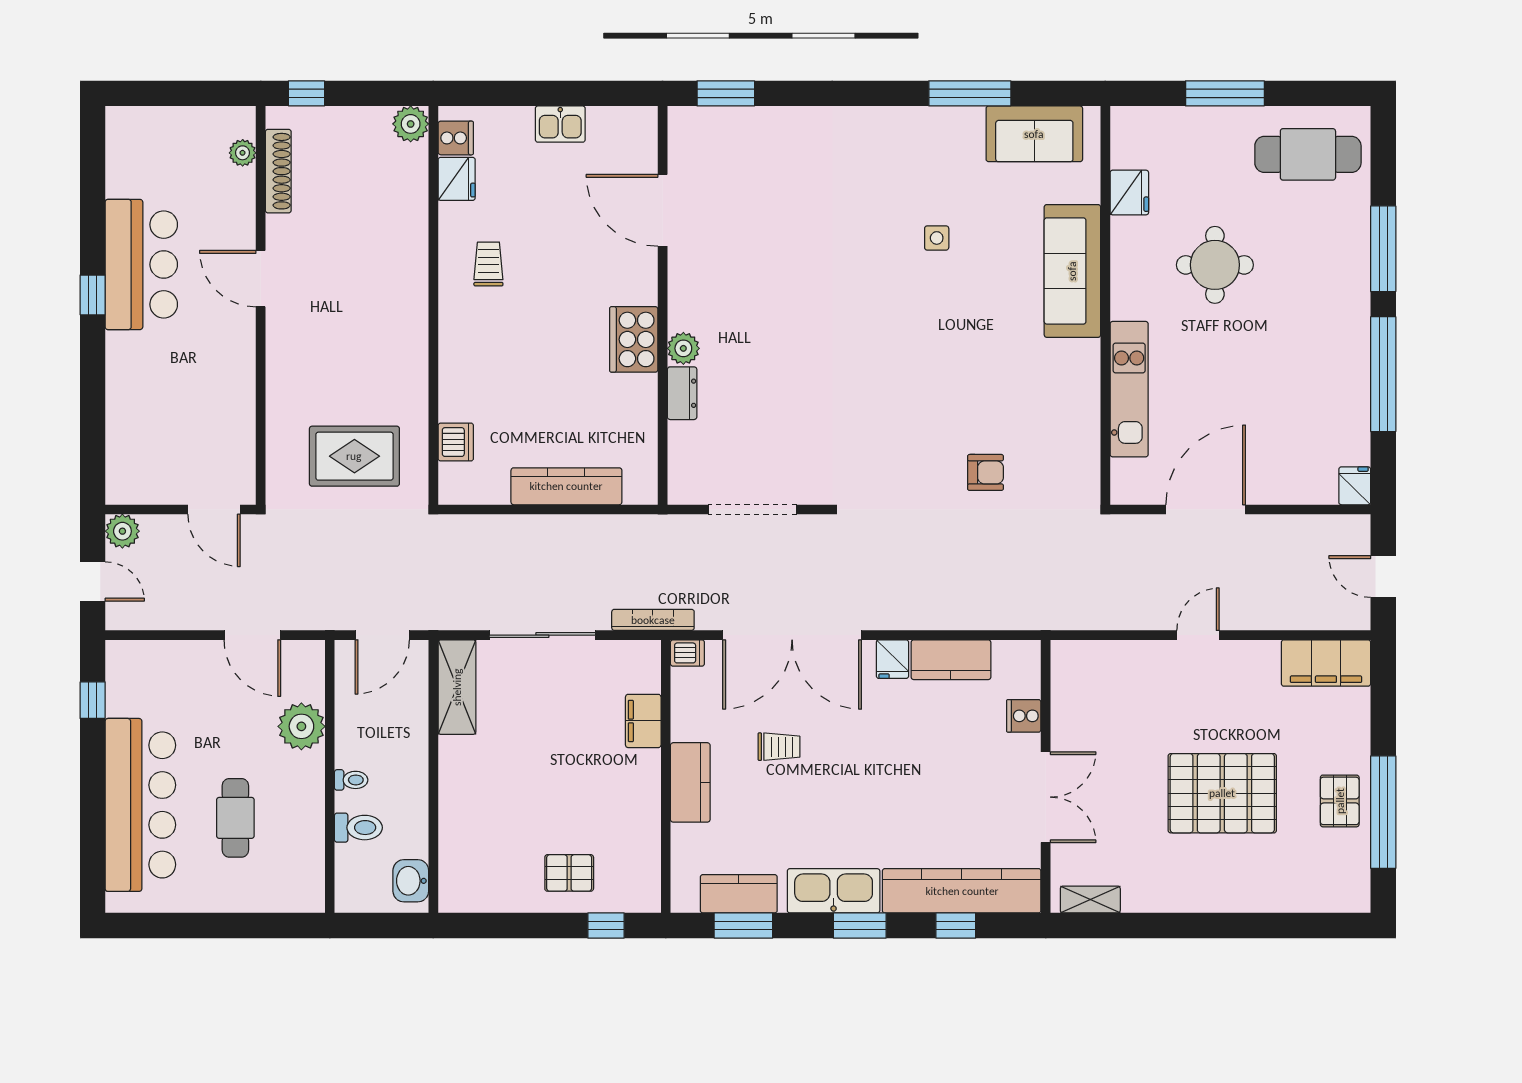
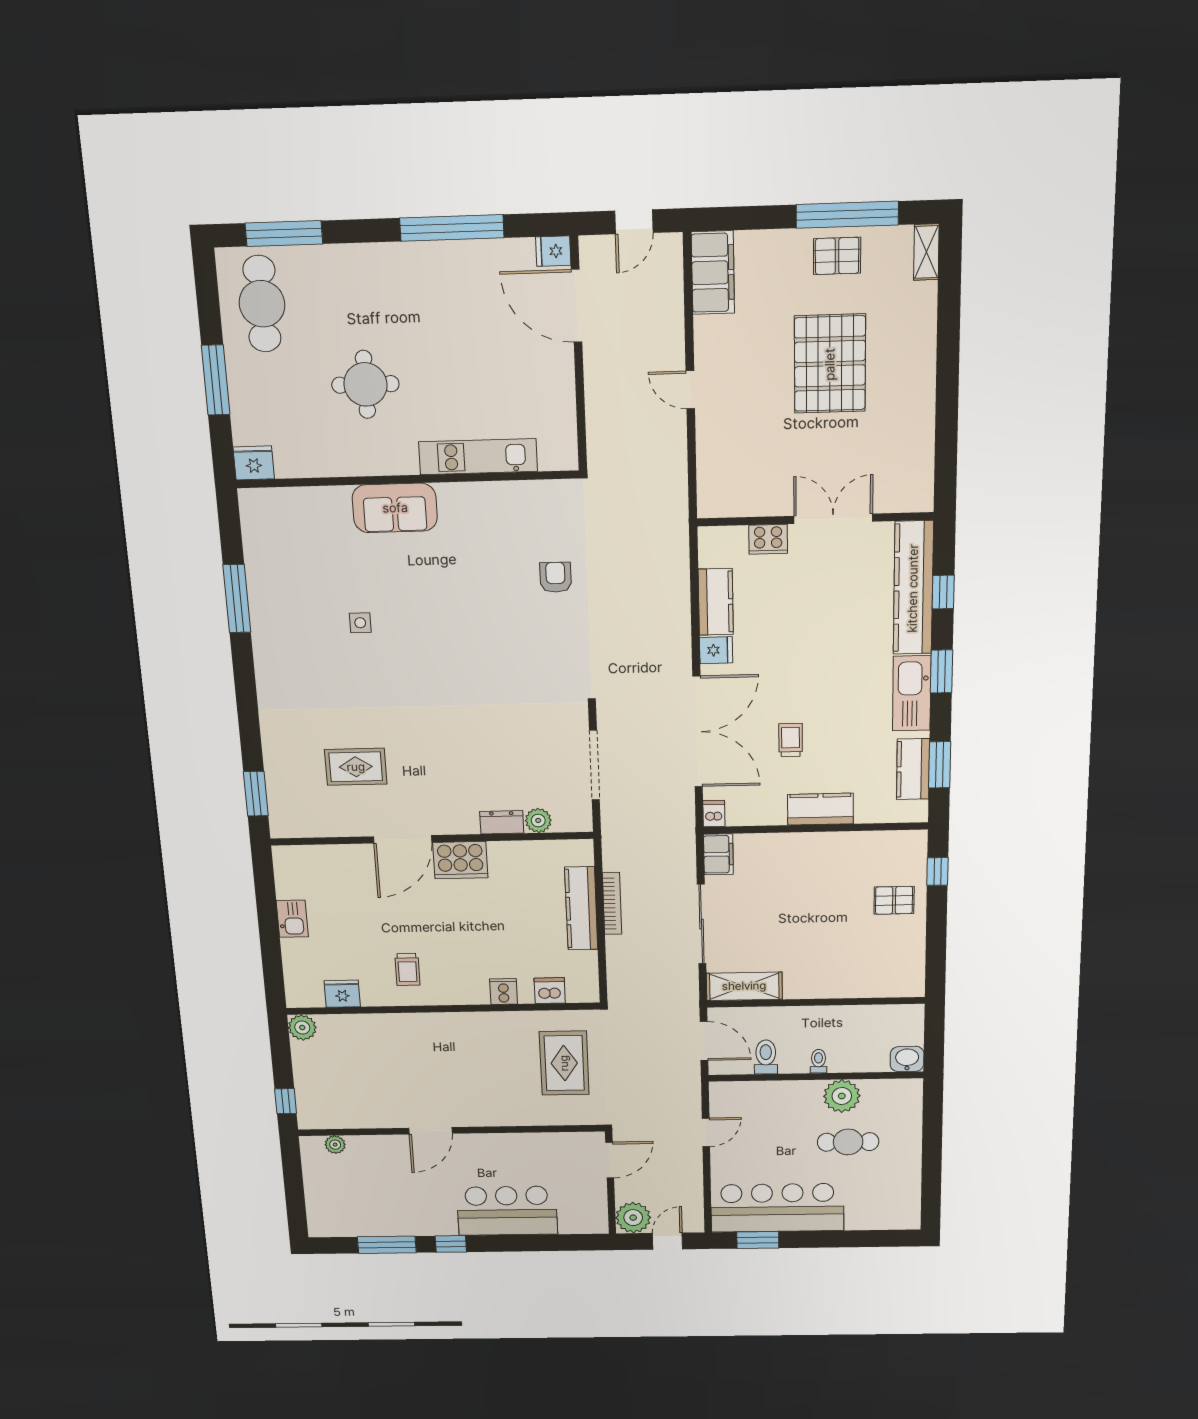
sofa: (1034, 134) -> (266, 544), removed
cooker: (456, 138) -> (504, 991), moved
shoe rack: (278, 171) -> (347, 1120), removed
fridge: (1129, 193) -> (254, 463), moved
window: (93, 210) -> (387, 1245), added
door: (663, 210) -> (403, 839), moved
rug: (758, 219) -> (356, 767), added
window: (1383, 249) -> (284, 234), moved
bar counter: (141, 264) -> (507, 1211), moved
trolley: (488, 264) -> (407, 969), turned -90
sofa: (1072, 271) -> (395, 508), width x0.73
plant: (683, 348) -> (538, 820), moved
door: (1206, 509) -> (577, 306), moved
plant: (122, 531) -> (633, 1218), width x1.36, depth x1.36
bookcase: (653, 620) -> (612, 903), moved, turned 180
door: (252, 635) -> (706, 1132), width x0.73
window: (93, 700) -> (758, 1240), width x1.50
cooker: (1024, 716) -> (768, 539), width x1.36
filing cabinet: (643, 721) -> (718, 854), moved, turned -90
plant: (301, 726) -> (842, 1096), moved
bar counter: (140, 805) -> (777, 1208), moved
toilet: (358, 828) -> (766, 1057), moved
pallet: (569, 873) -> (894, 900), turned 90
washbasin: (411, 881) -> (907, 1059), moved, turned 180
shelving: (1090, 900) -> (926, 252), moved

